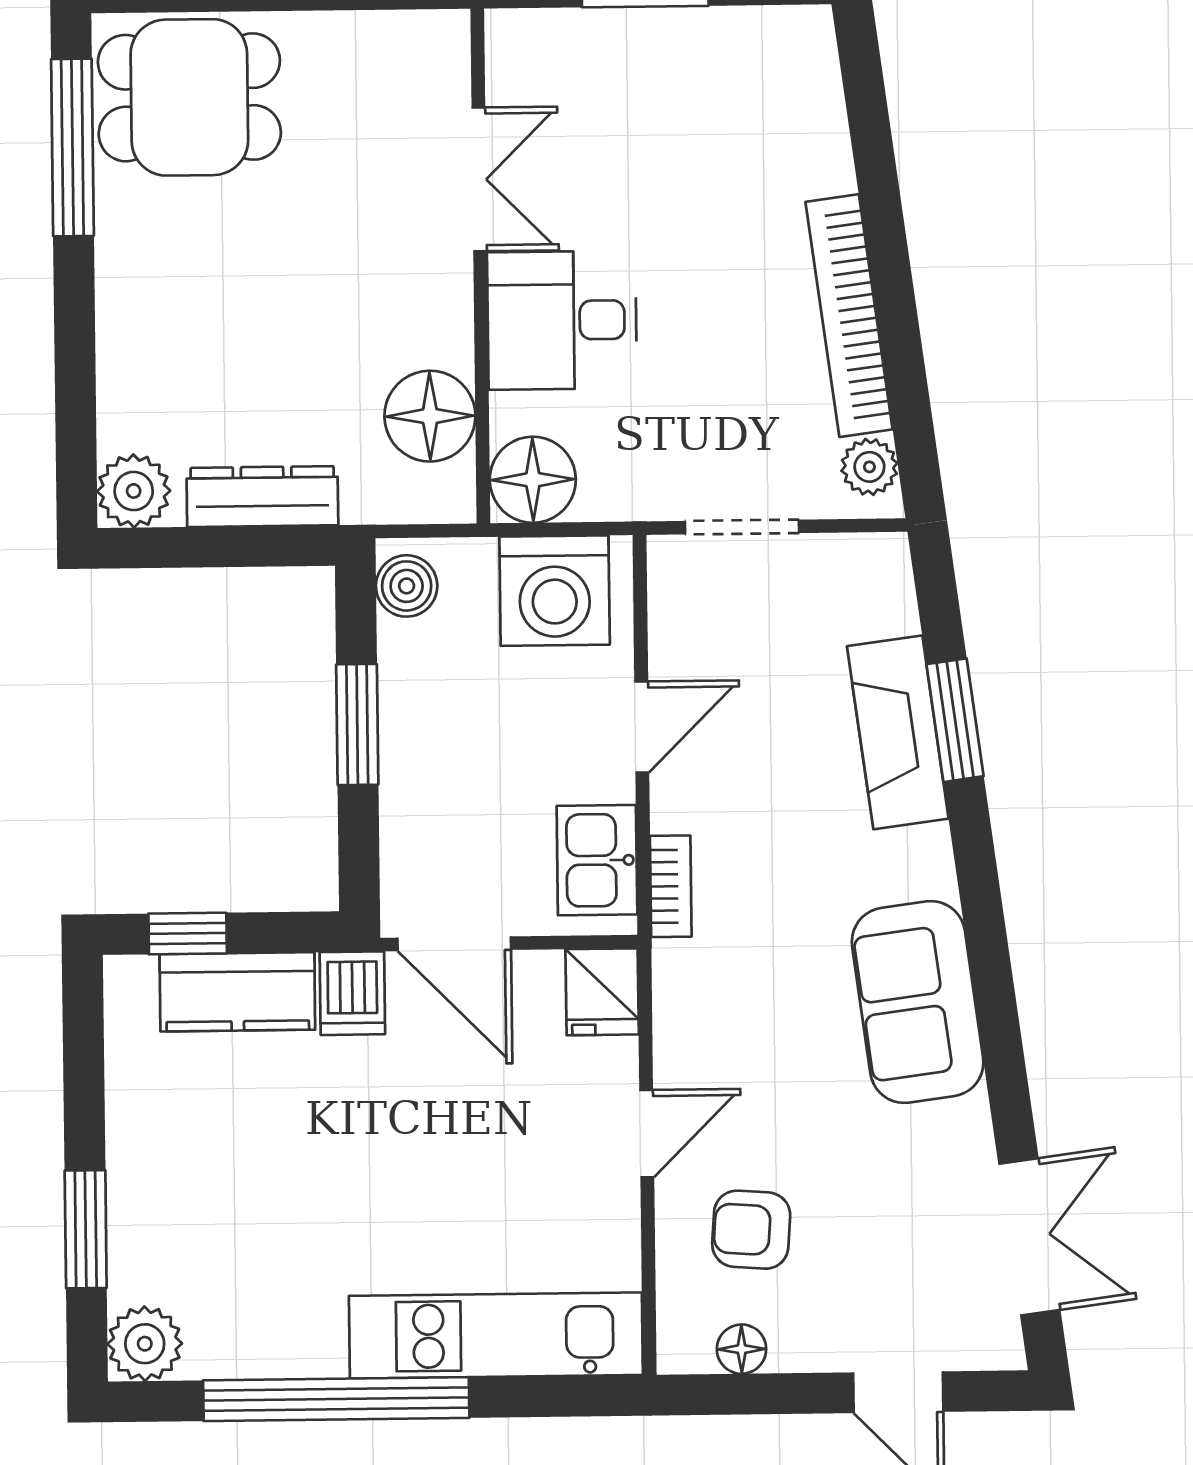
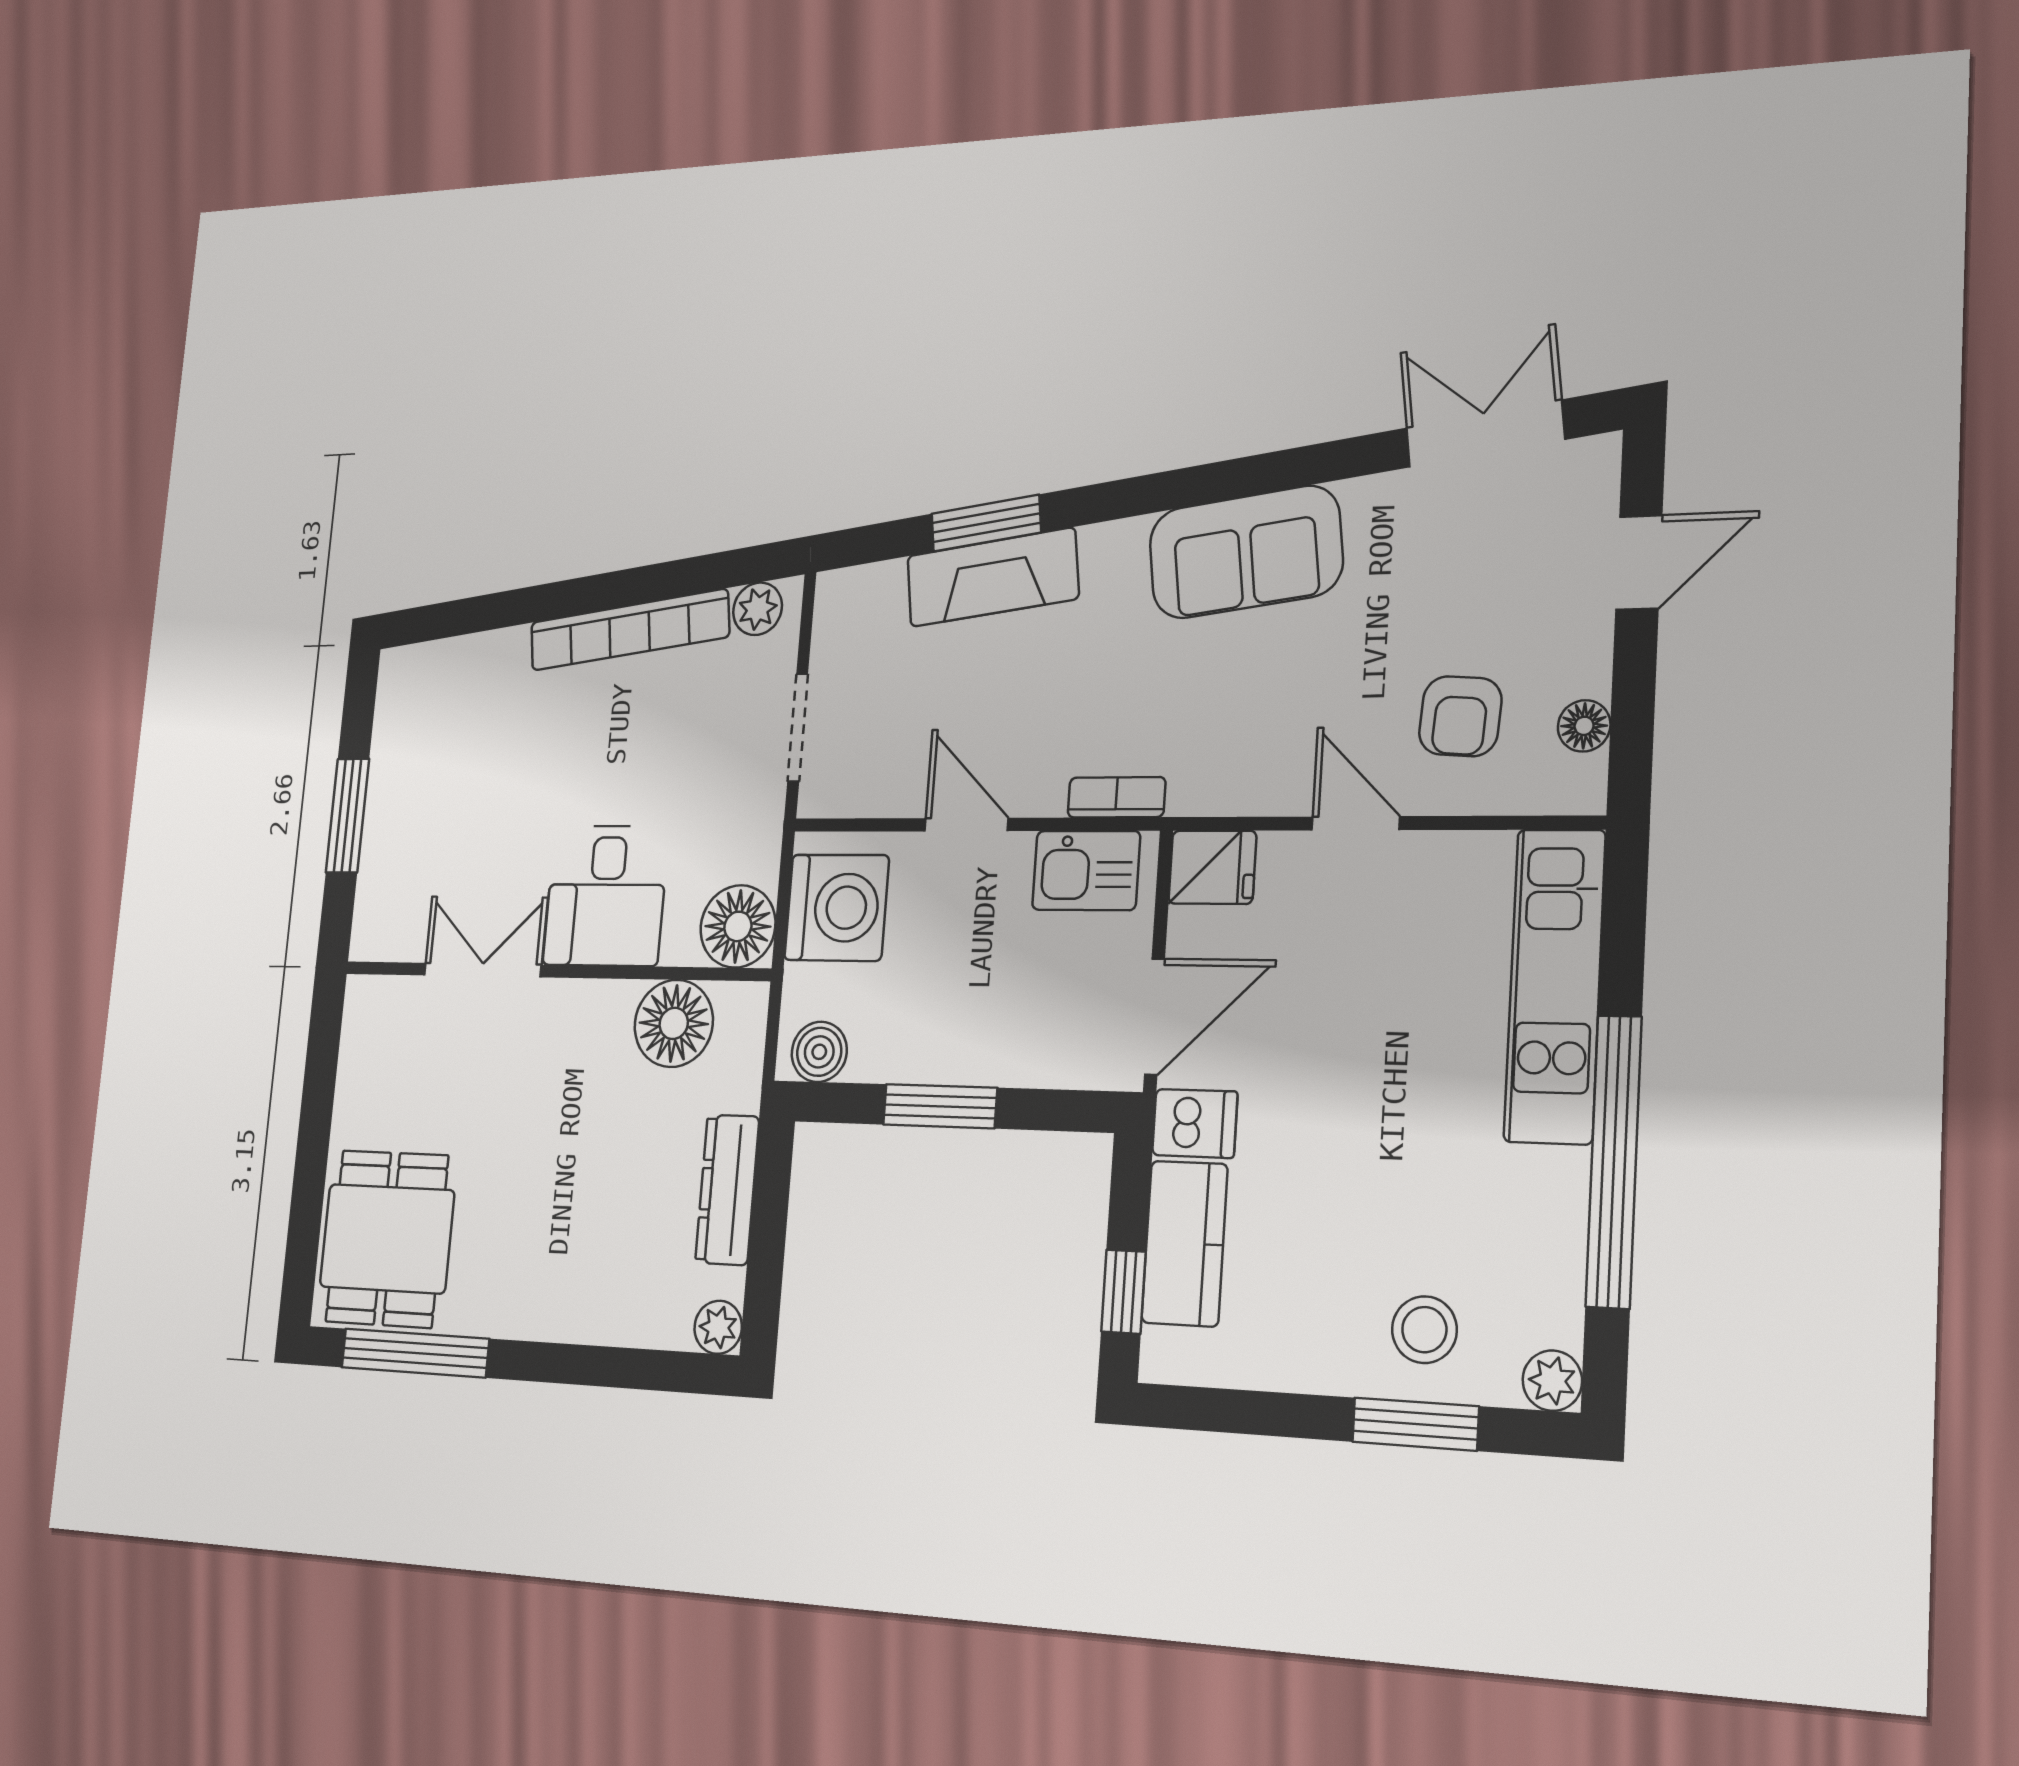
plant: (134, 491) -> (718, 1327), width x0.73, depth x0.73
stool: (172, 1232) -> (1424, 1330), added
plant: (145, 1344) -> (1552, 1381), width x0.73, depth x0.73

